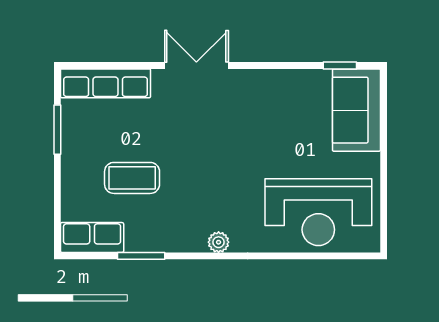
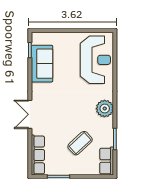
sofa: (356, 110) -> (42, 64), moved, turned -90
coffee table: (132, 178) -> (80, 143), turned 47
plant: (219, 242) -> (105, 109), width x1.87, depth x1.87

